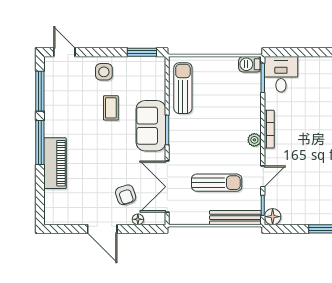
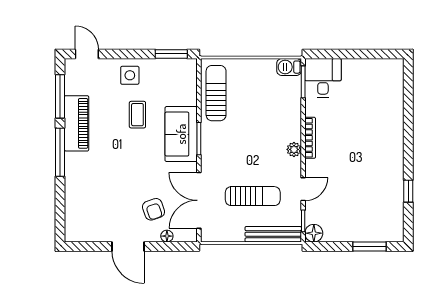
piano: (55, 163) -> (77, 123), moved

